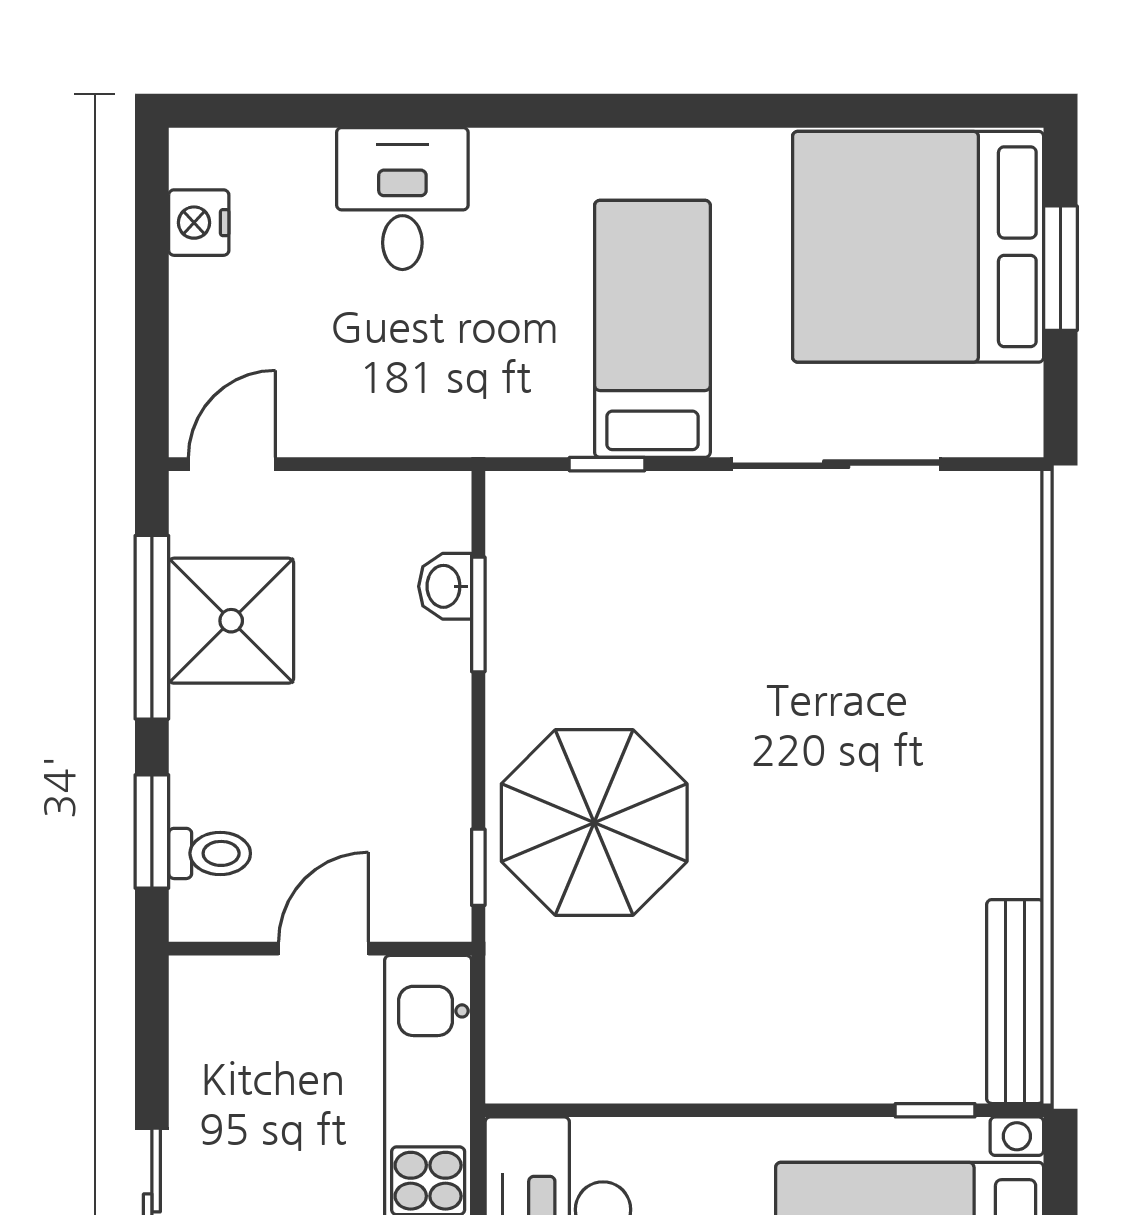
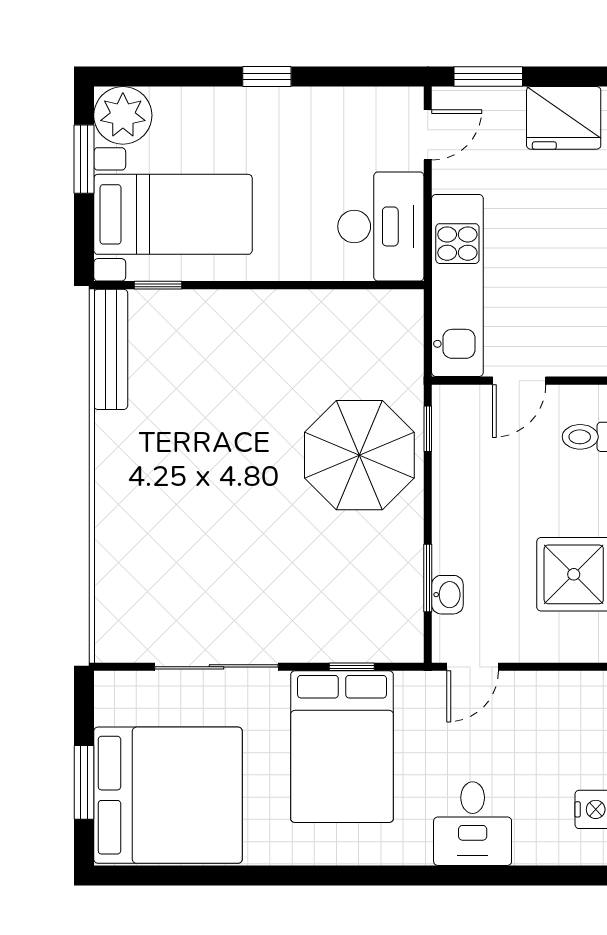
bed: (652, 329) -> (342, 747), width x1.50
door: (232, 464) -> (473, 667), moved

